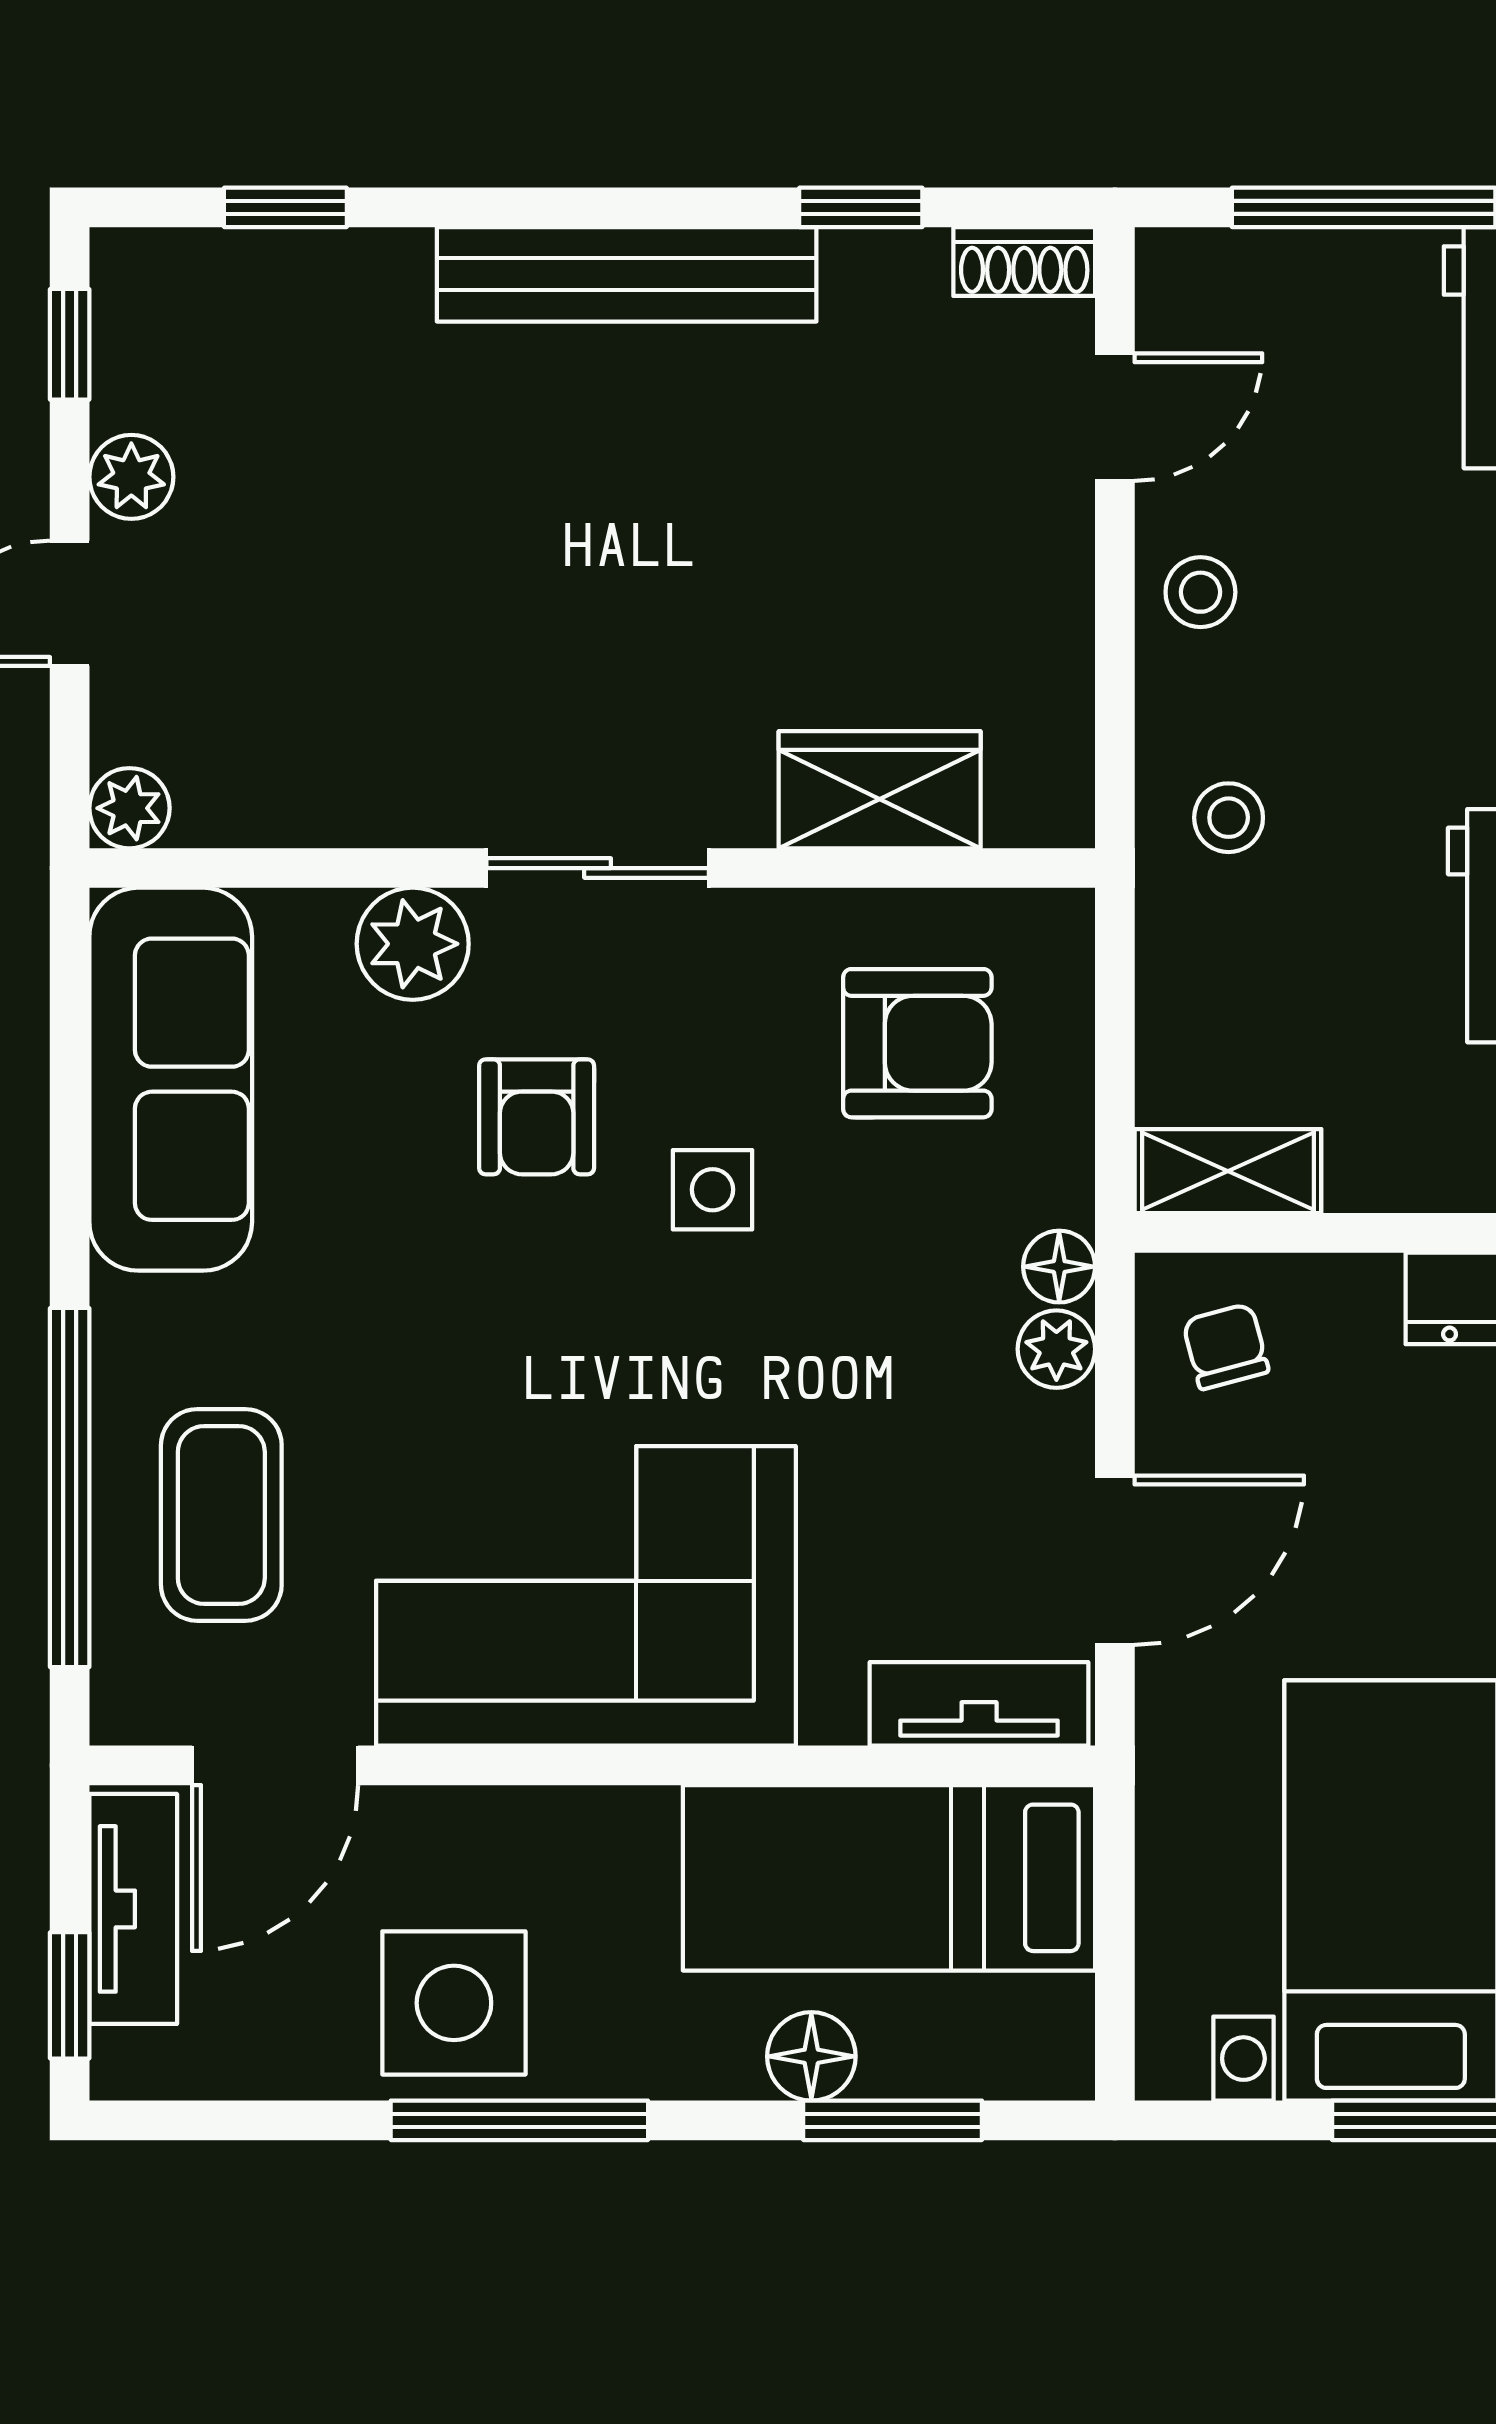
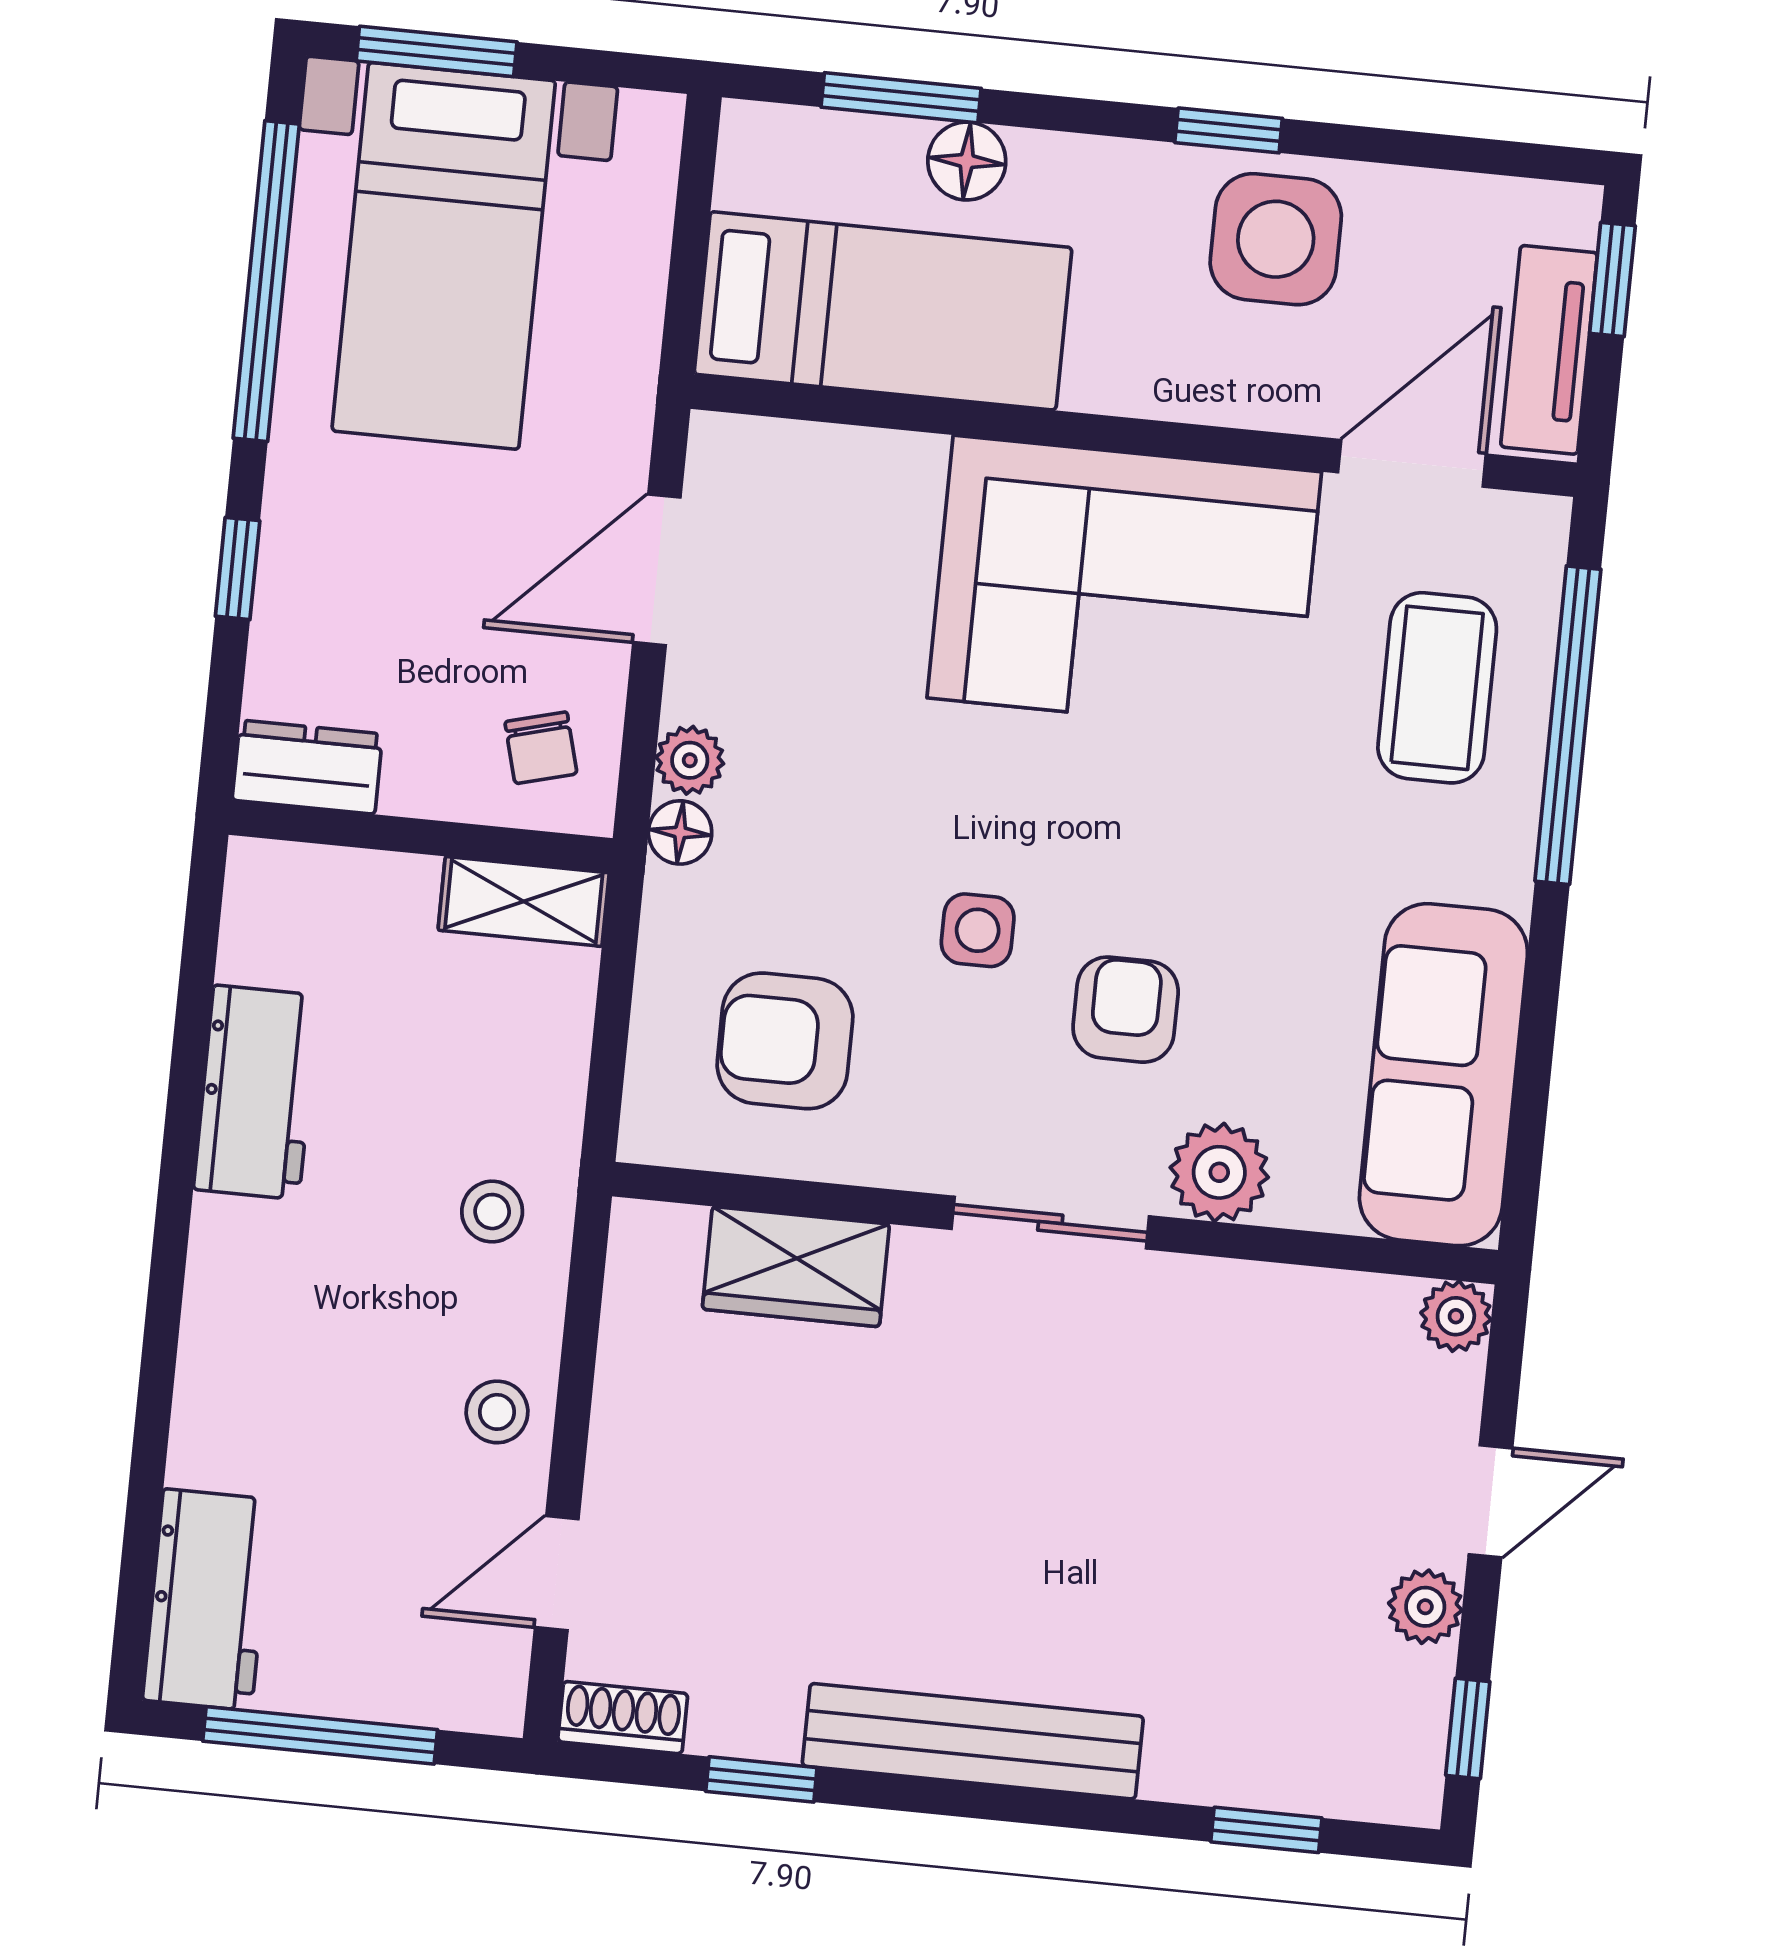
tv unit: (979, 1704) -> (789, 456), removed
window: (519, 2120) -> (1229, 130), width x0.46

